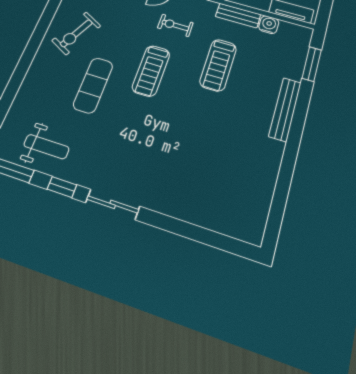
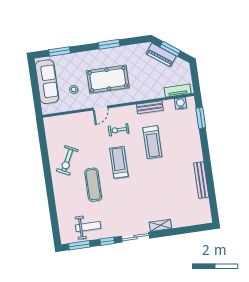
water cooler: (269, 25) -> (181, 103), moved
treadmill: (151, 71) -> (119, 162), turned 180
bench: (285, 109) -> (201, 180), moved
shelving: (166, 205) -> (160, 225), added

